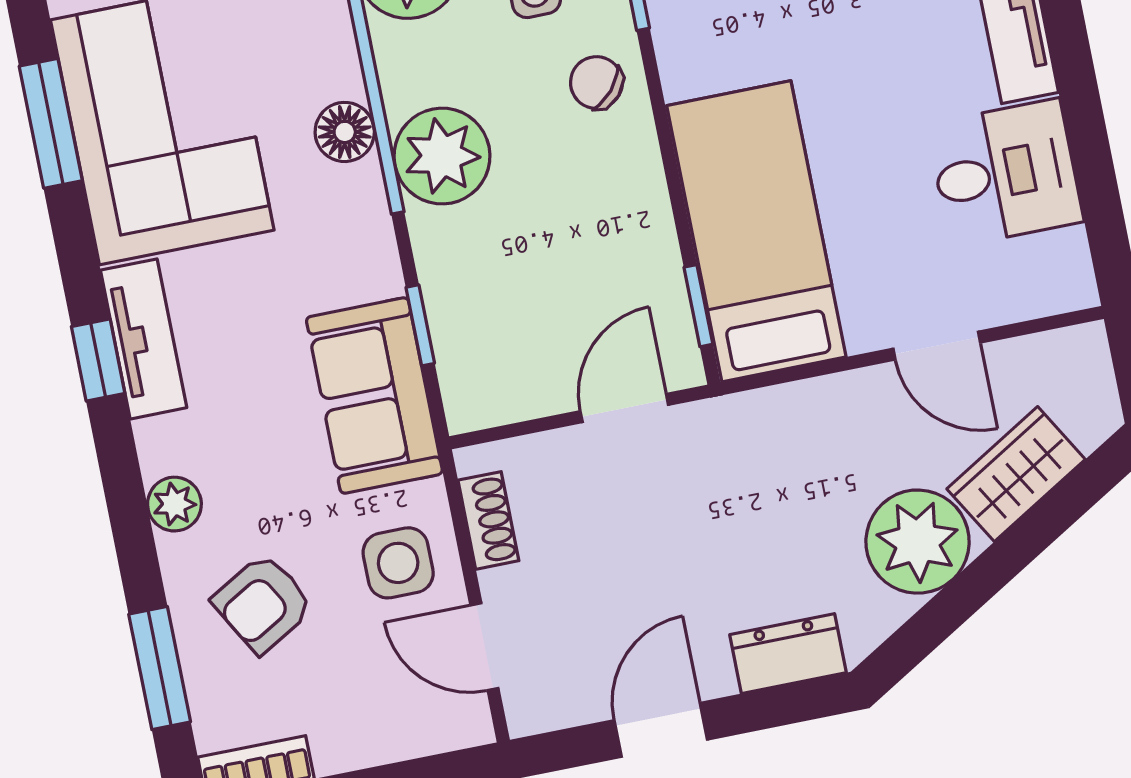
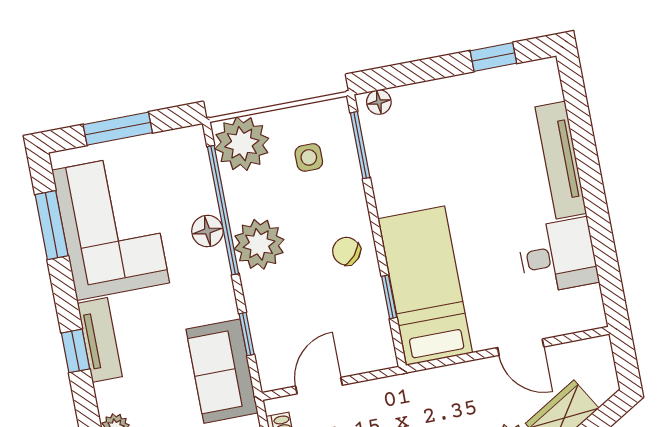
chair: (596, 83) -> (346, 251), moved
window: (698, 306) -> (389, 297), moved
door: (624, 408) -> (319, 386), moved

